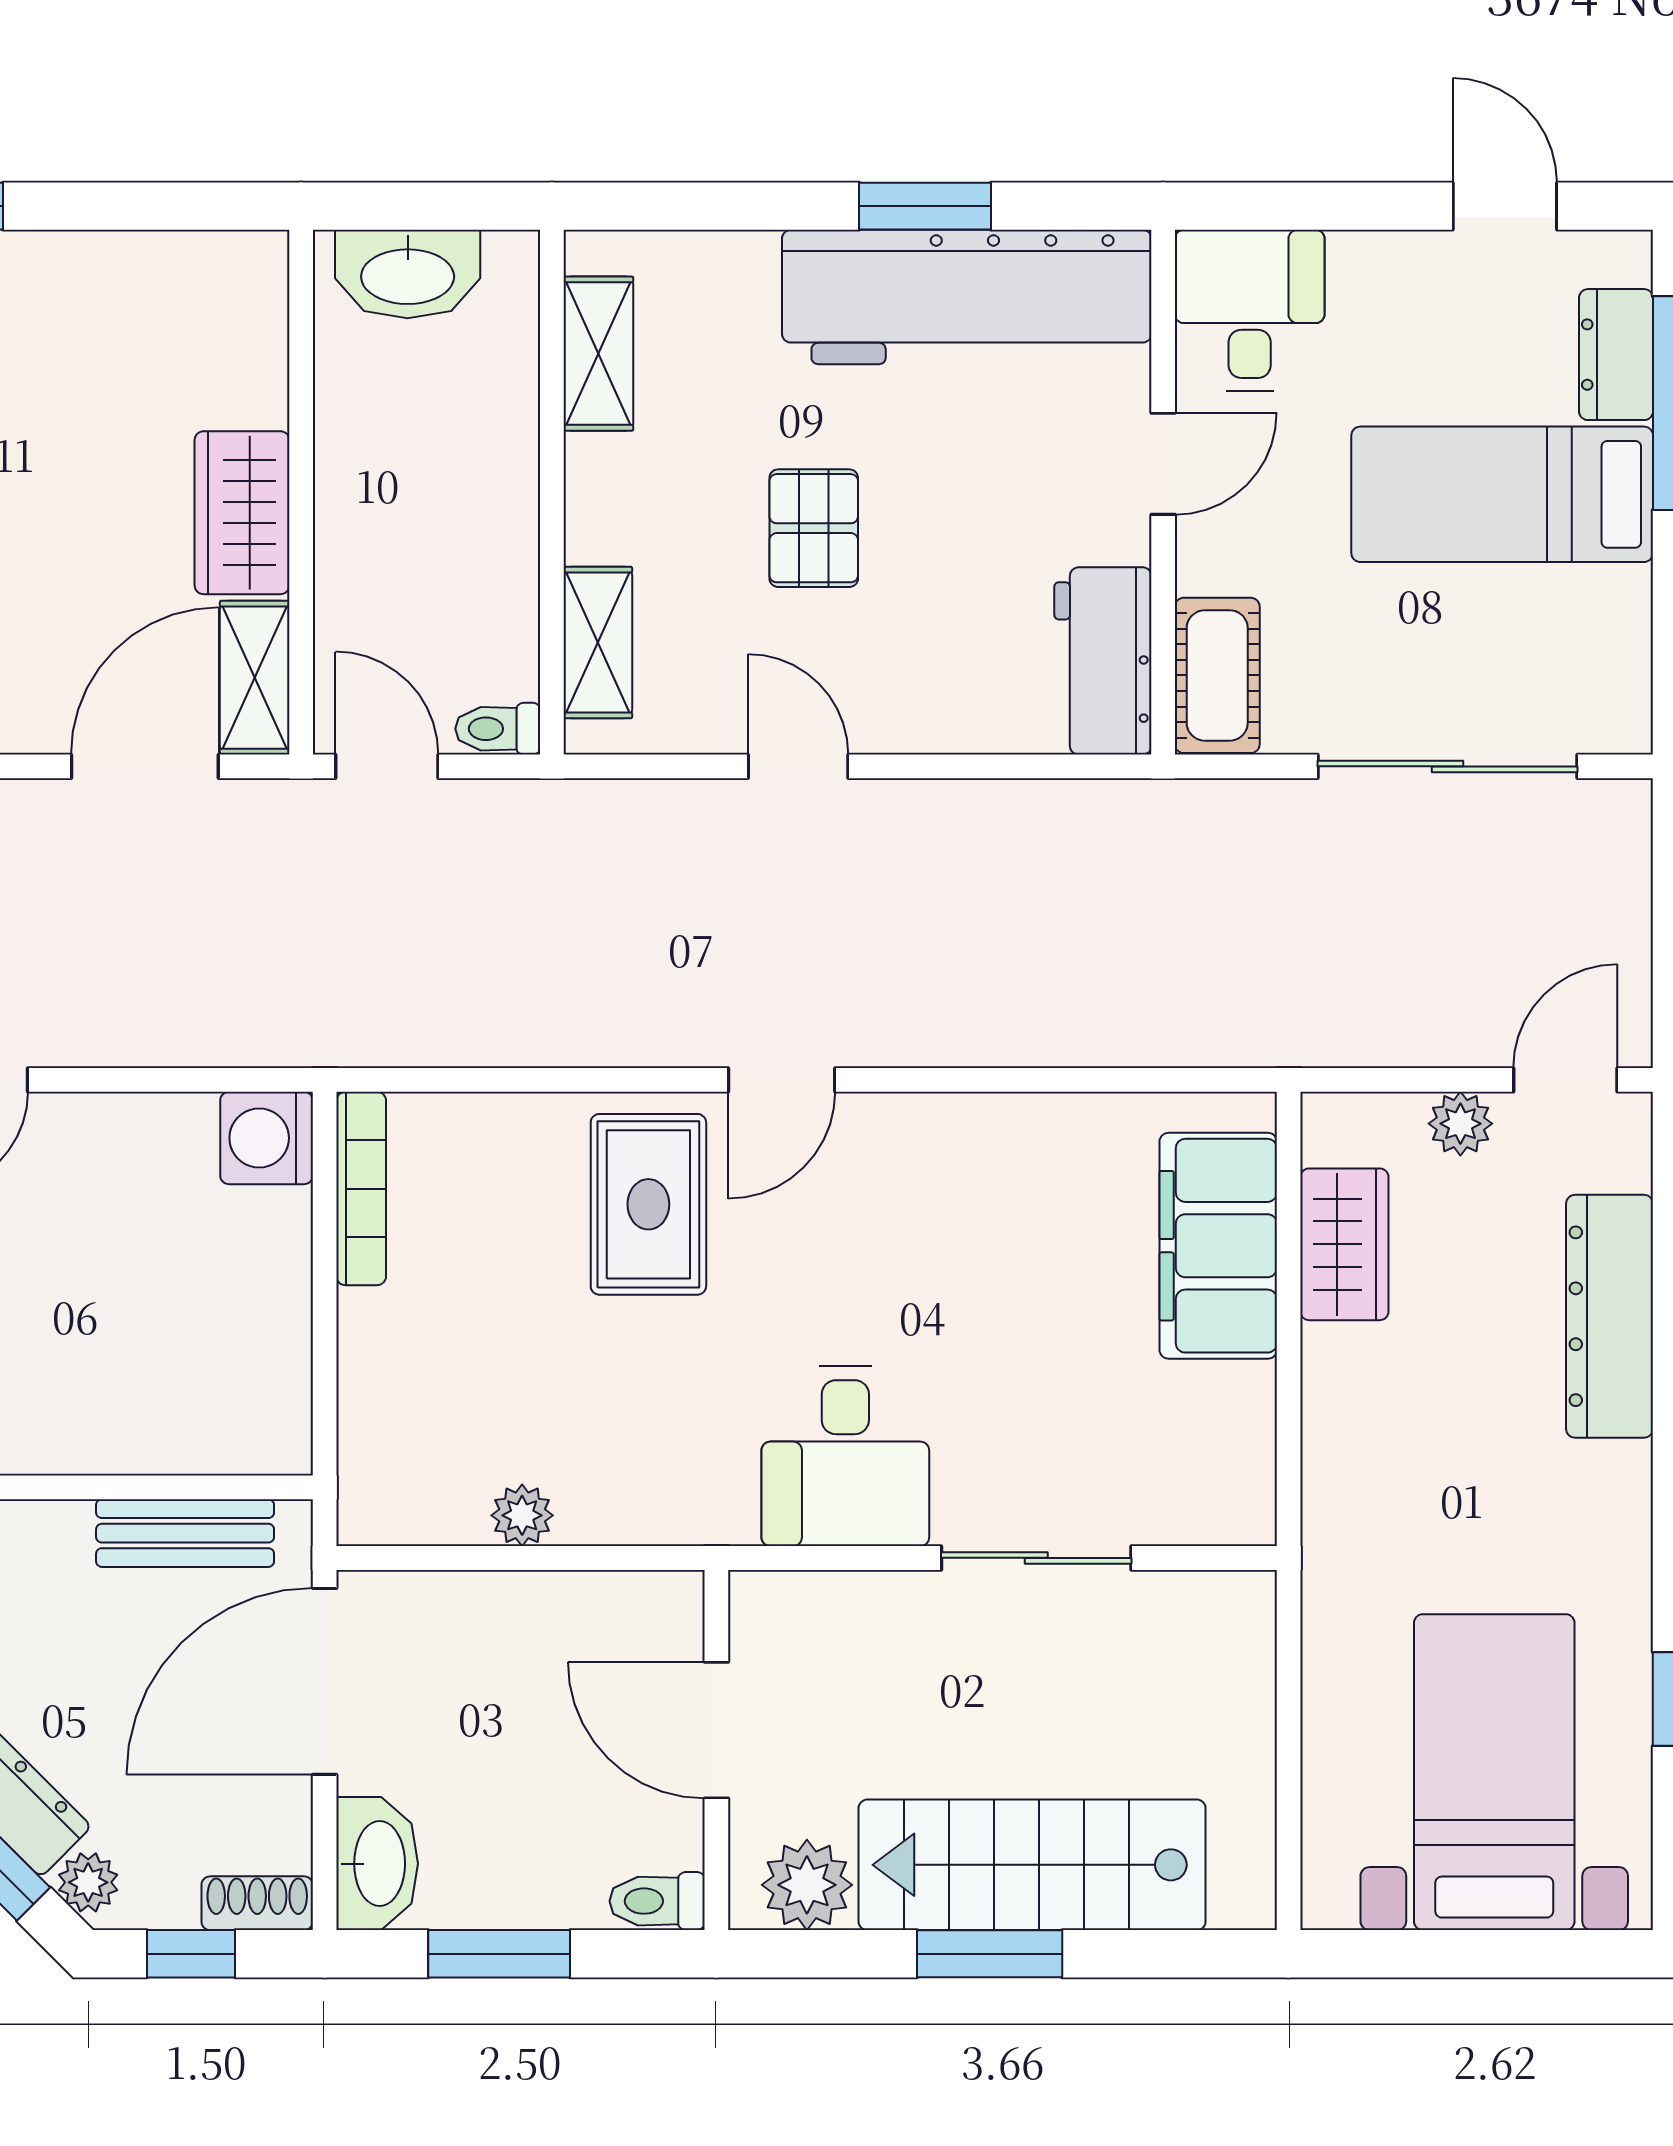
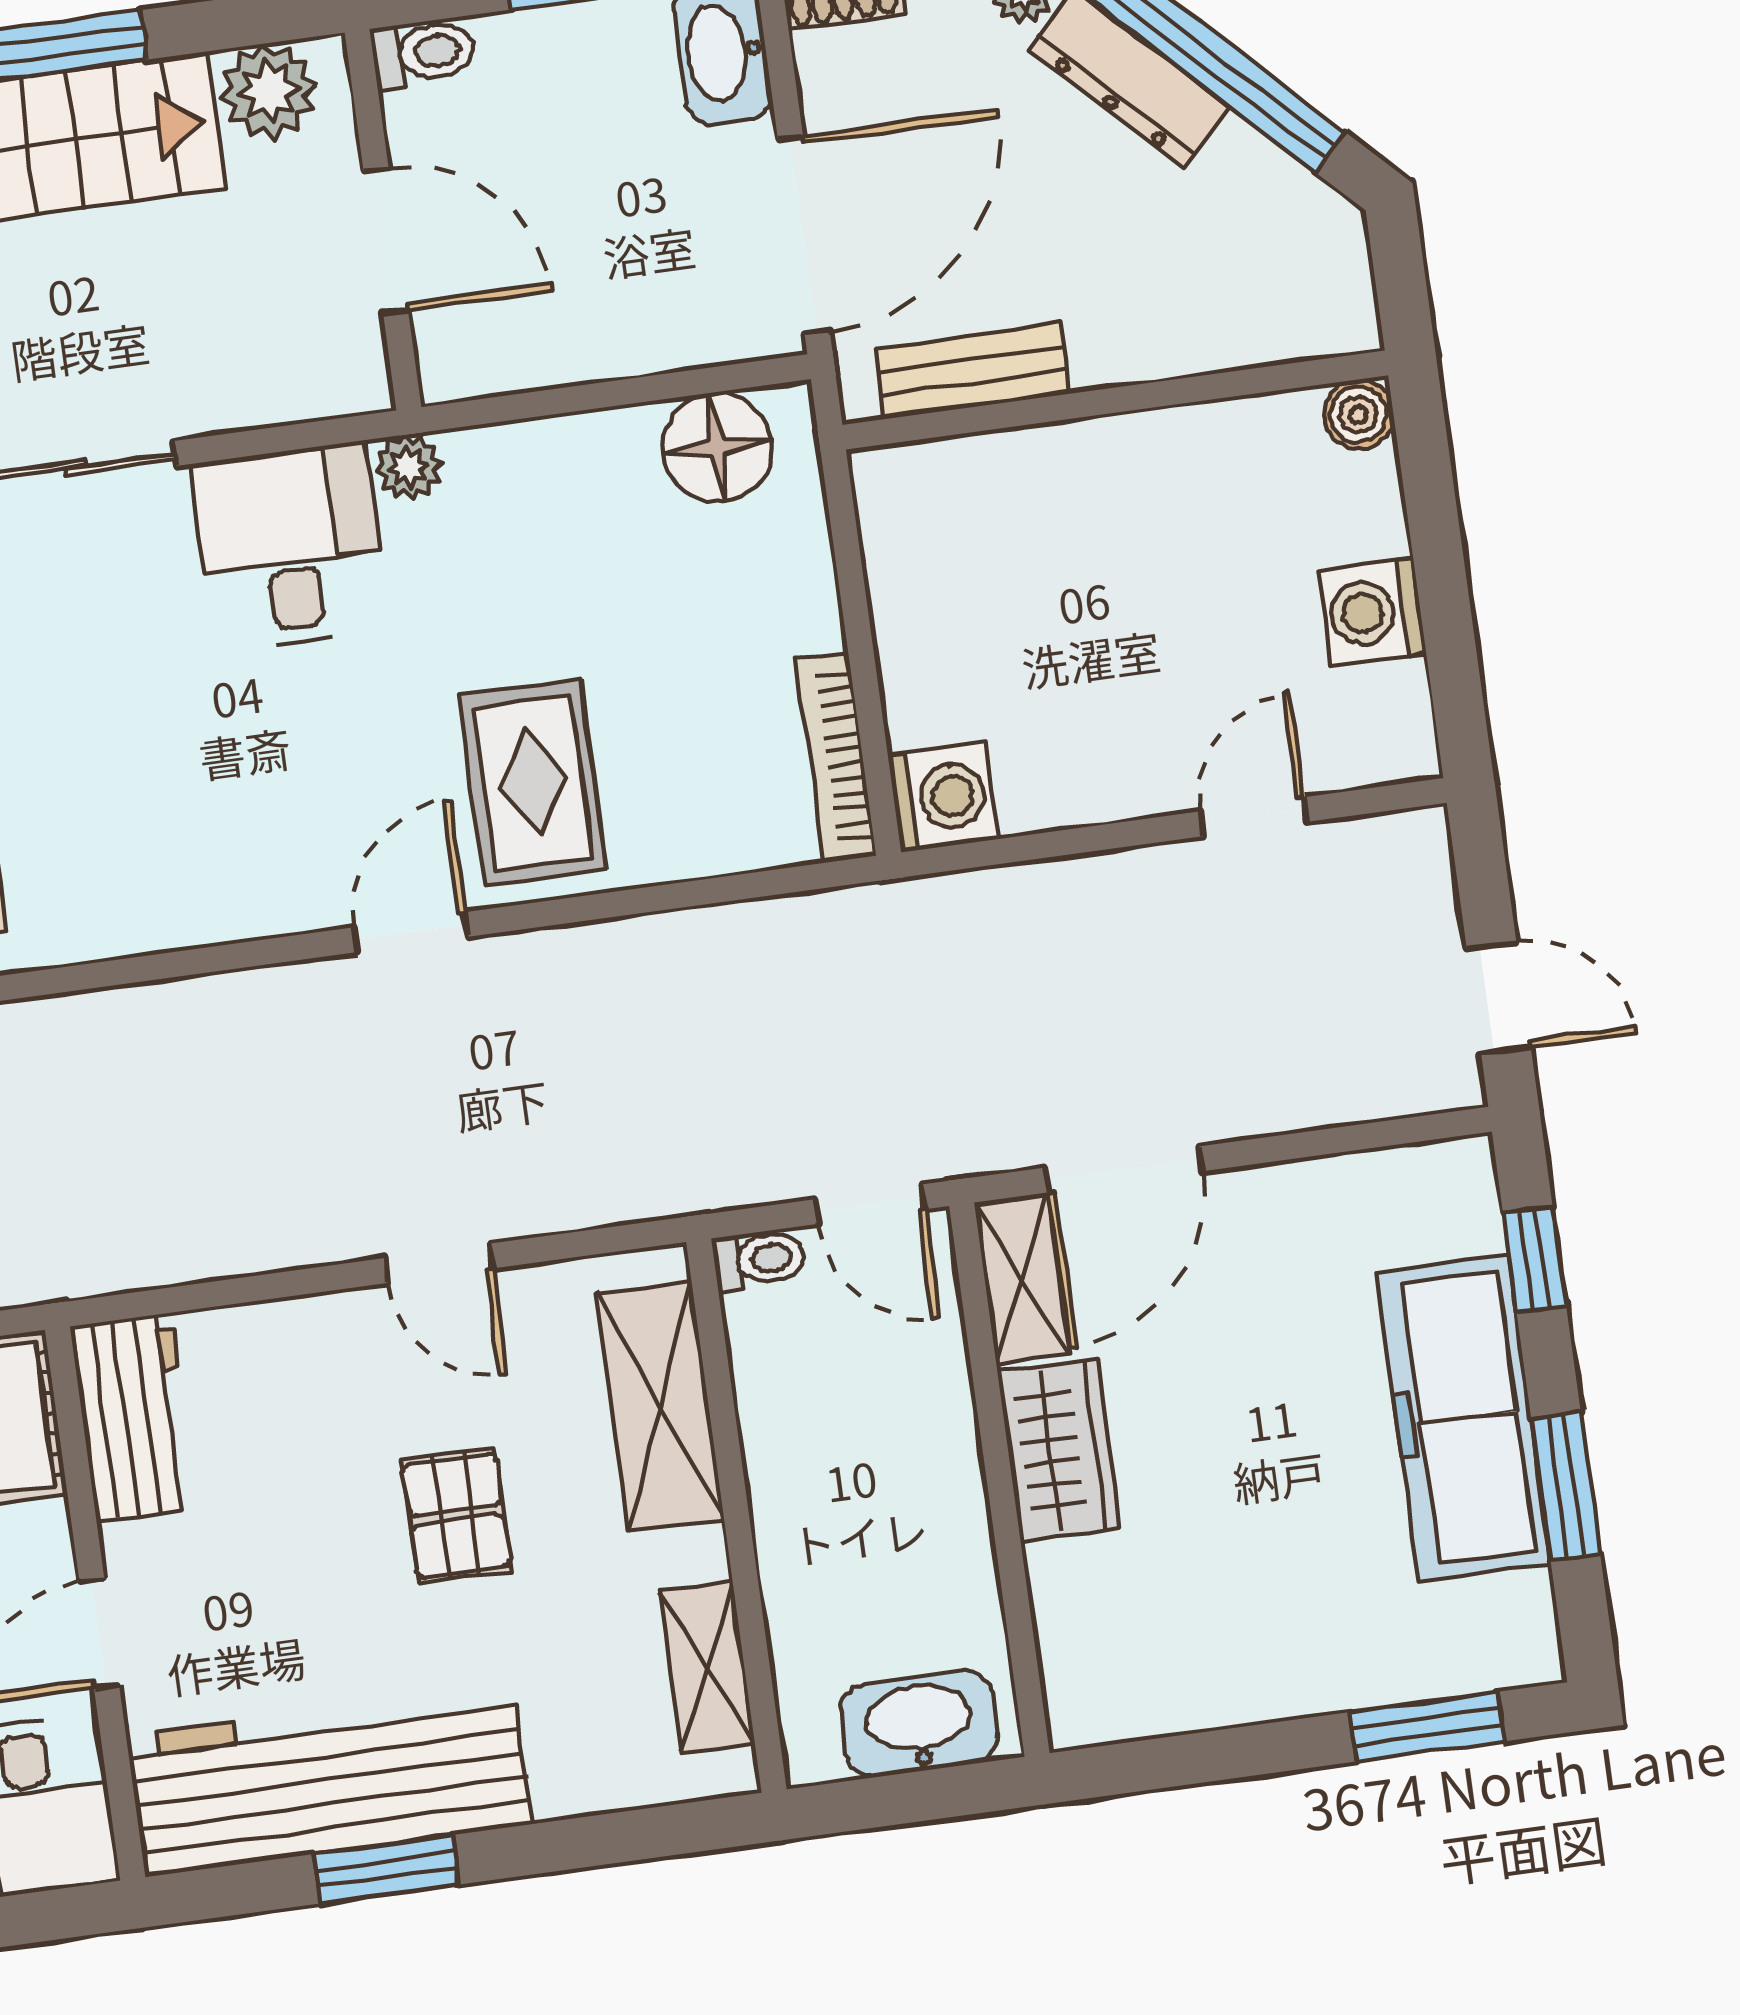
shelving: (598, 642) -> (660, 1406), width x1.50, depth x1.33
floor lamp: (433, 1494) -> (717, 447), added
plant: (522, 1515) -> (408, 467), moved

